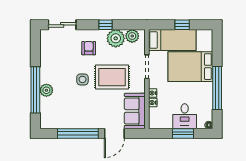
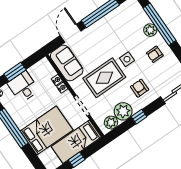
armchair: (89, 48) -> (140, 88), turned 180
armchair: (56, 68) -> (155, 54), added

